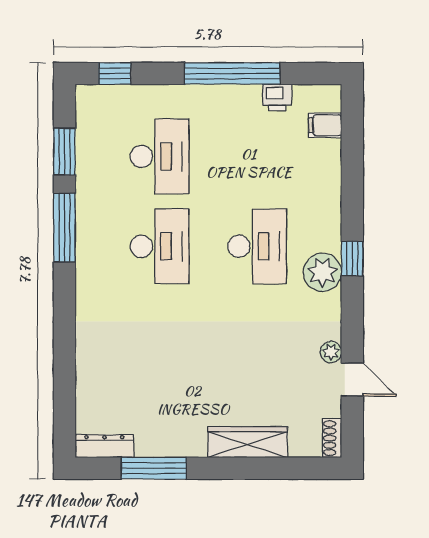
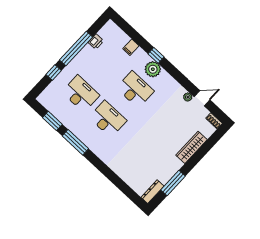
window: (115, 73) -> (54, 72), moved
filing cabinet: (325, 125) -> (131, 47), moved
window: (352, 259) -> (156, 55), moved
plant: (322, 272) -> (153, 69), moved

